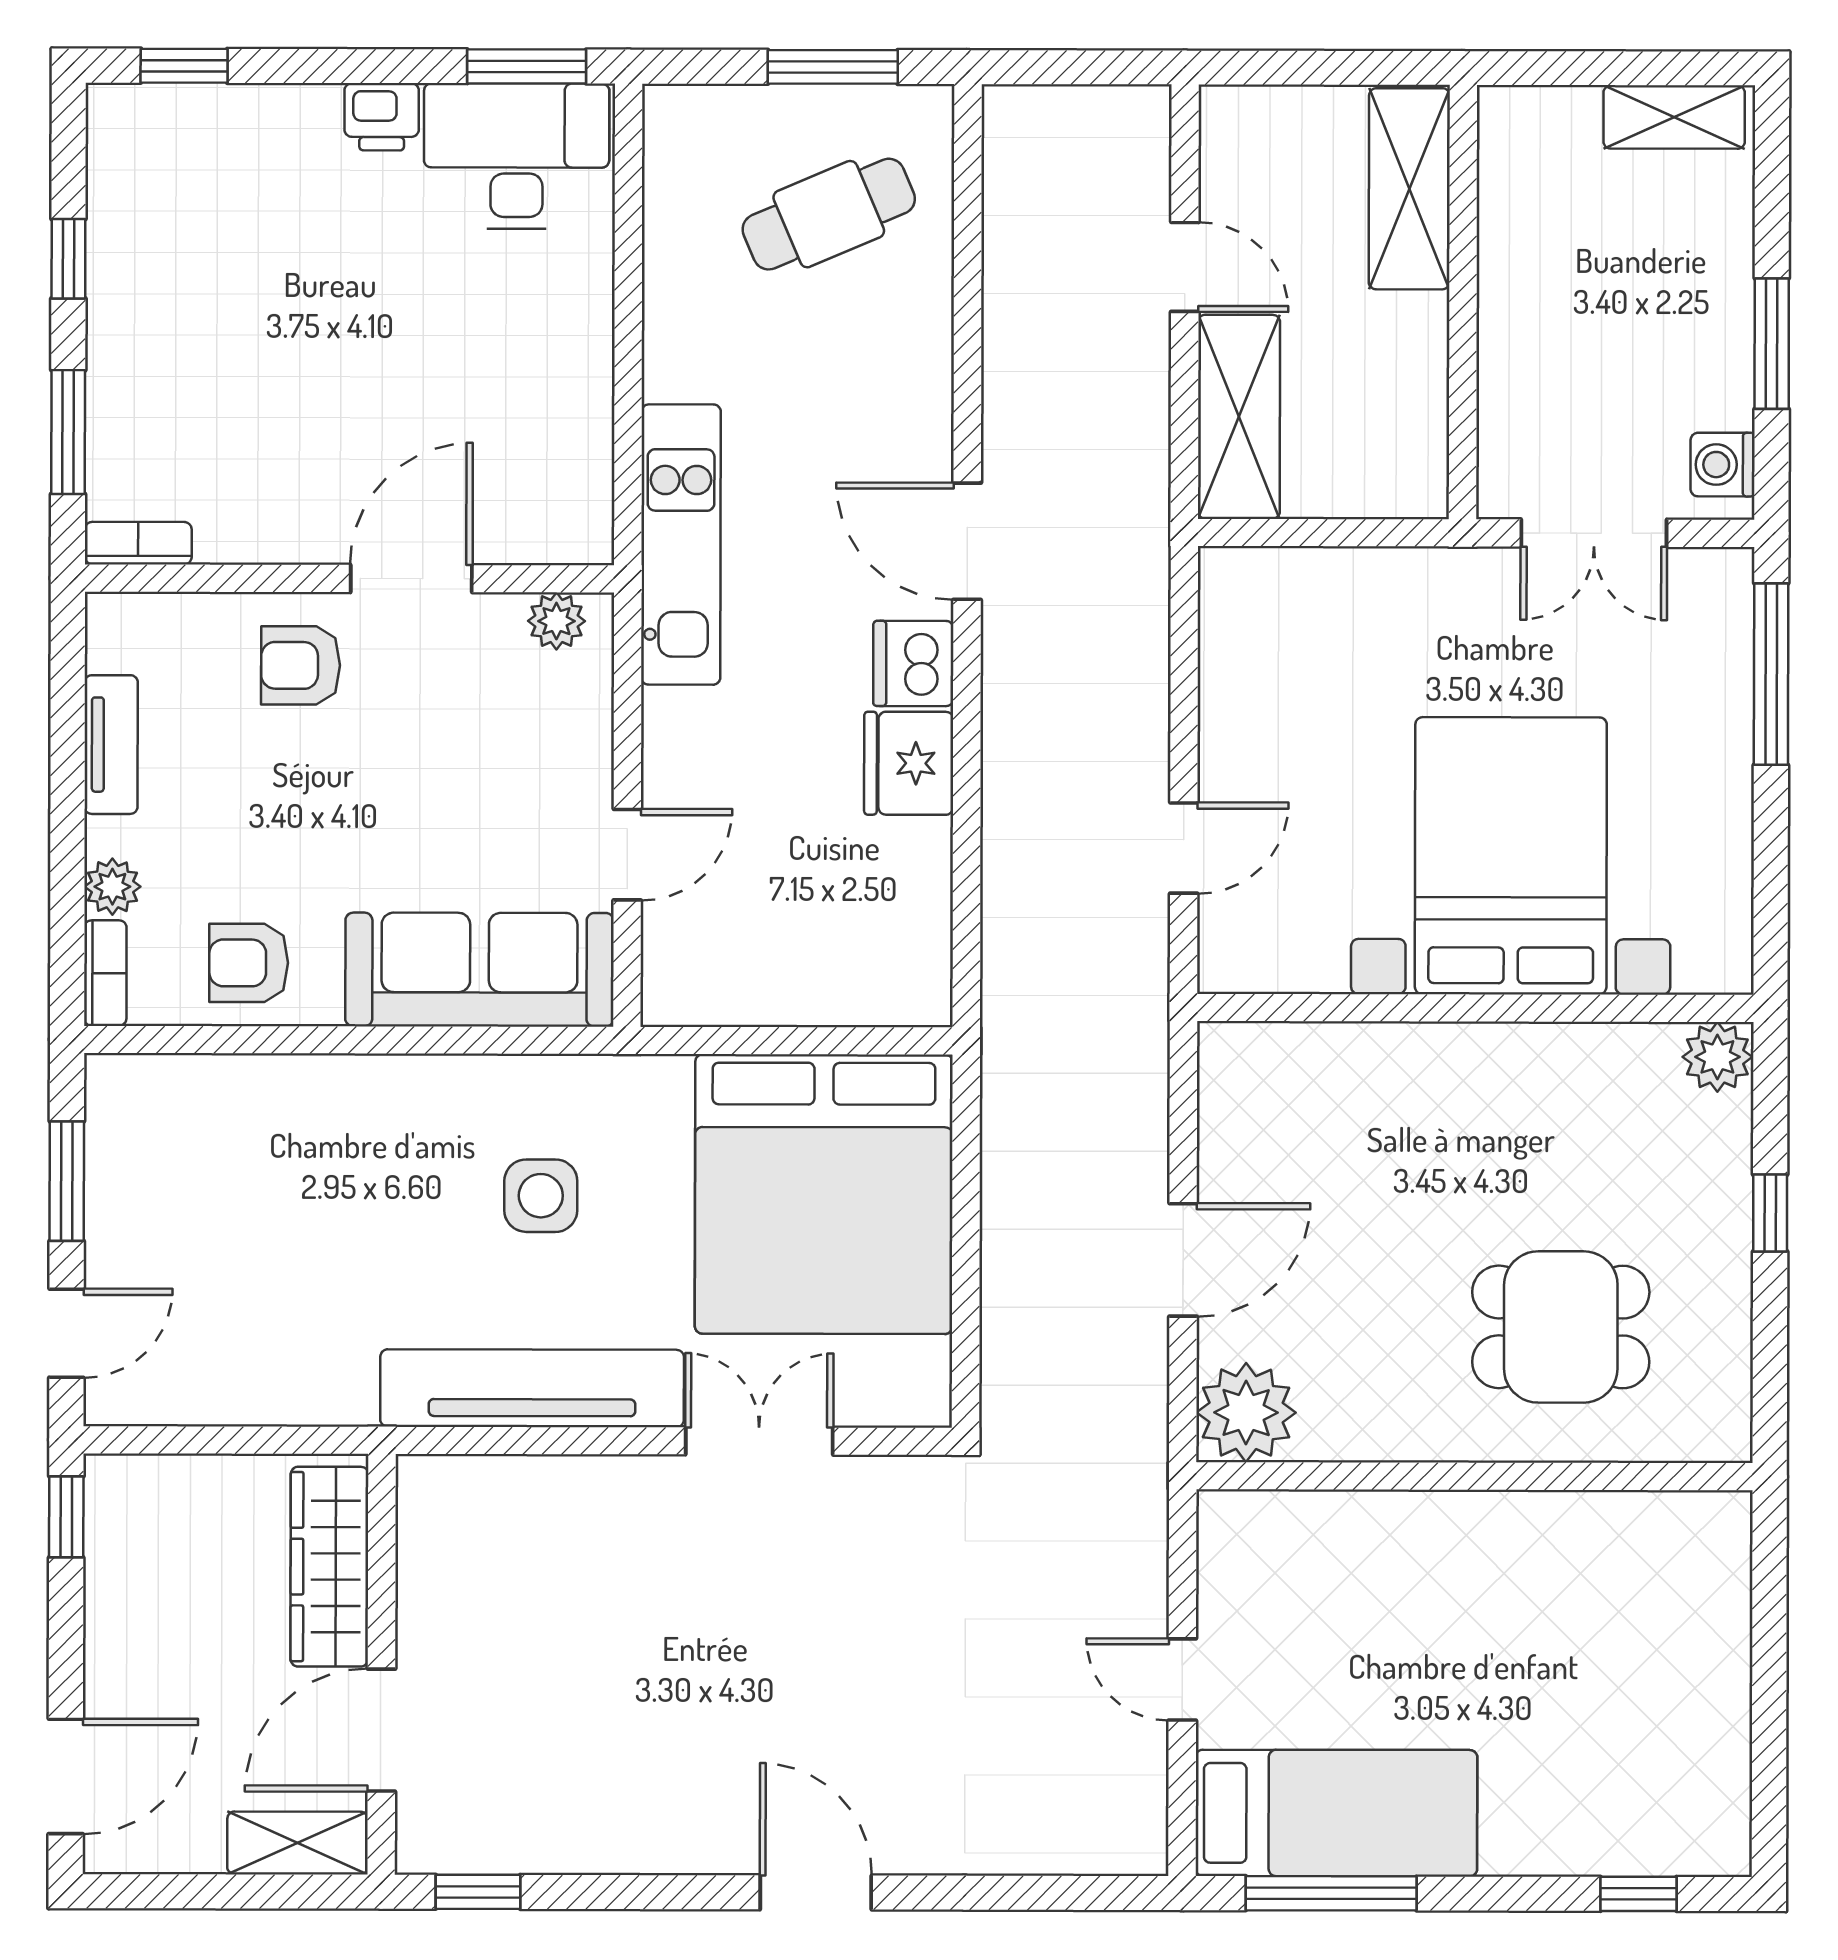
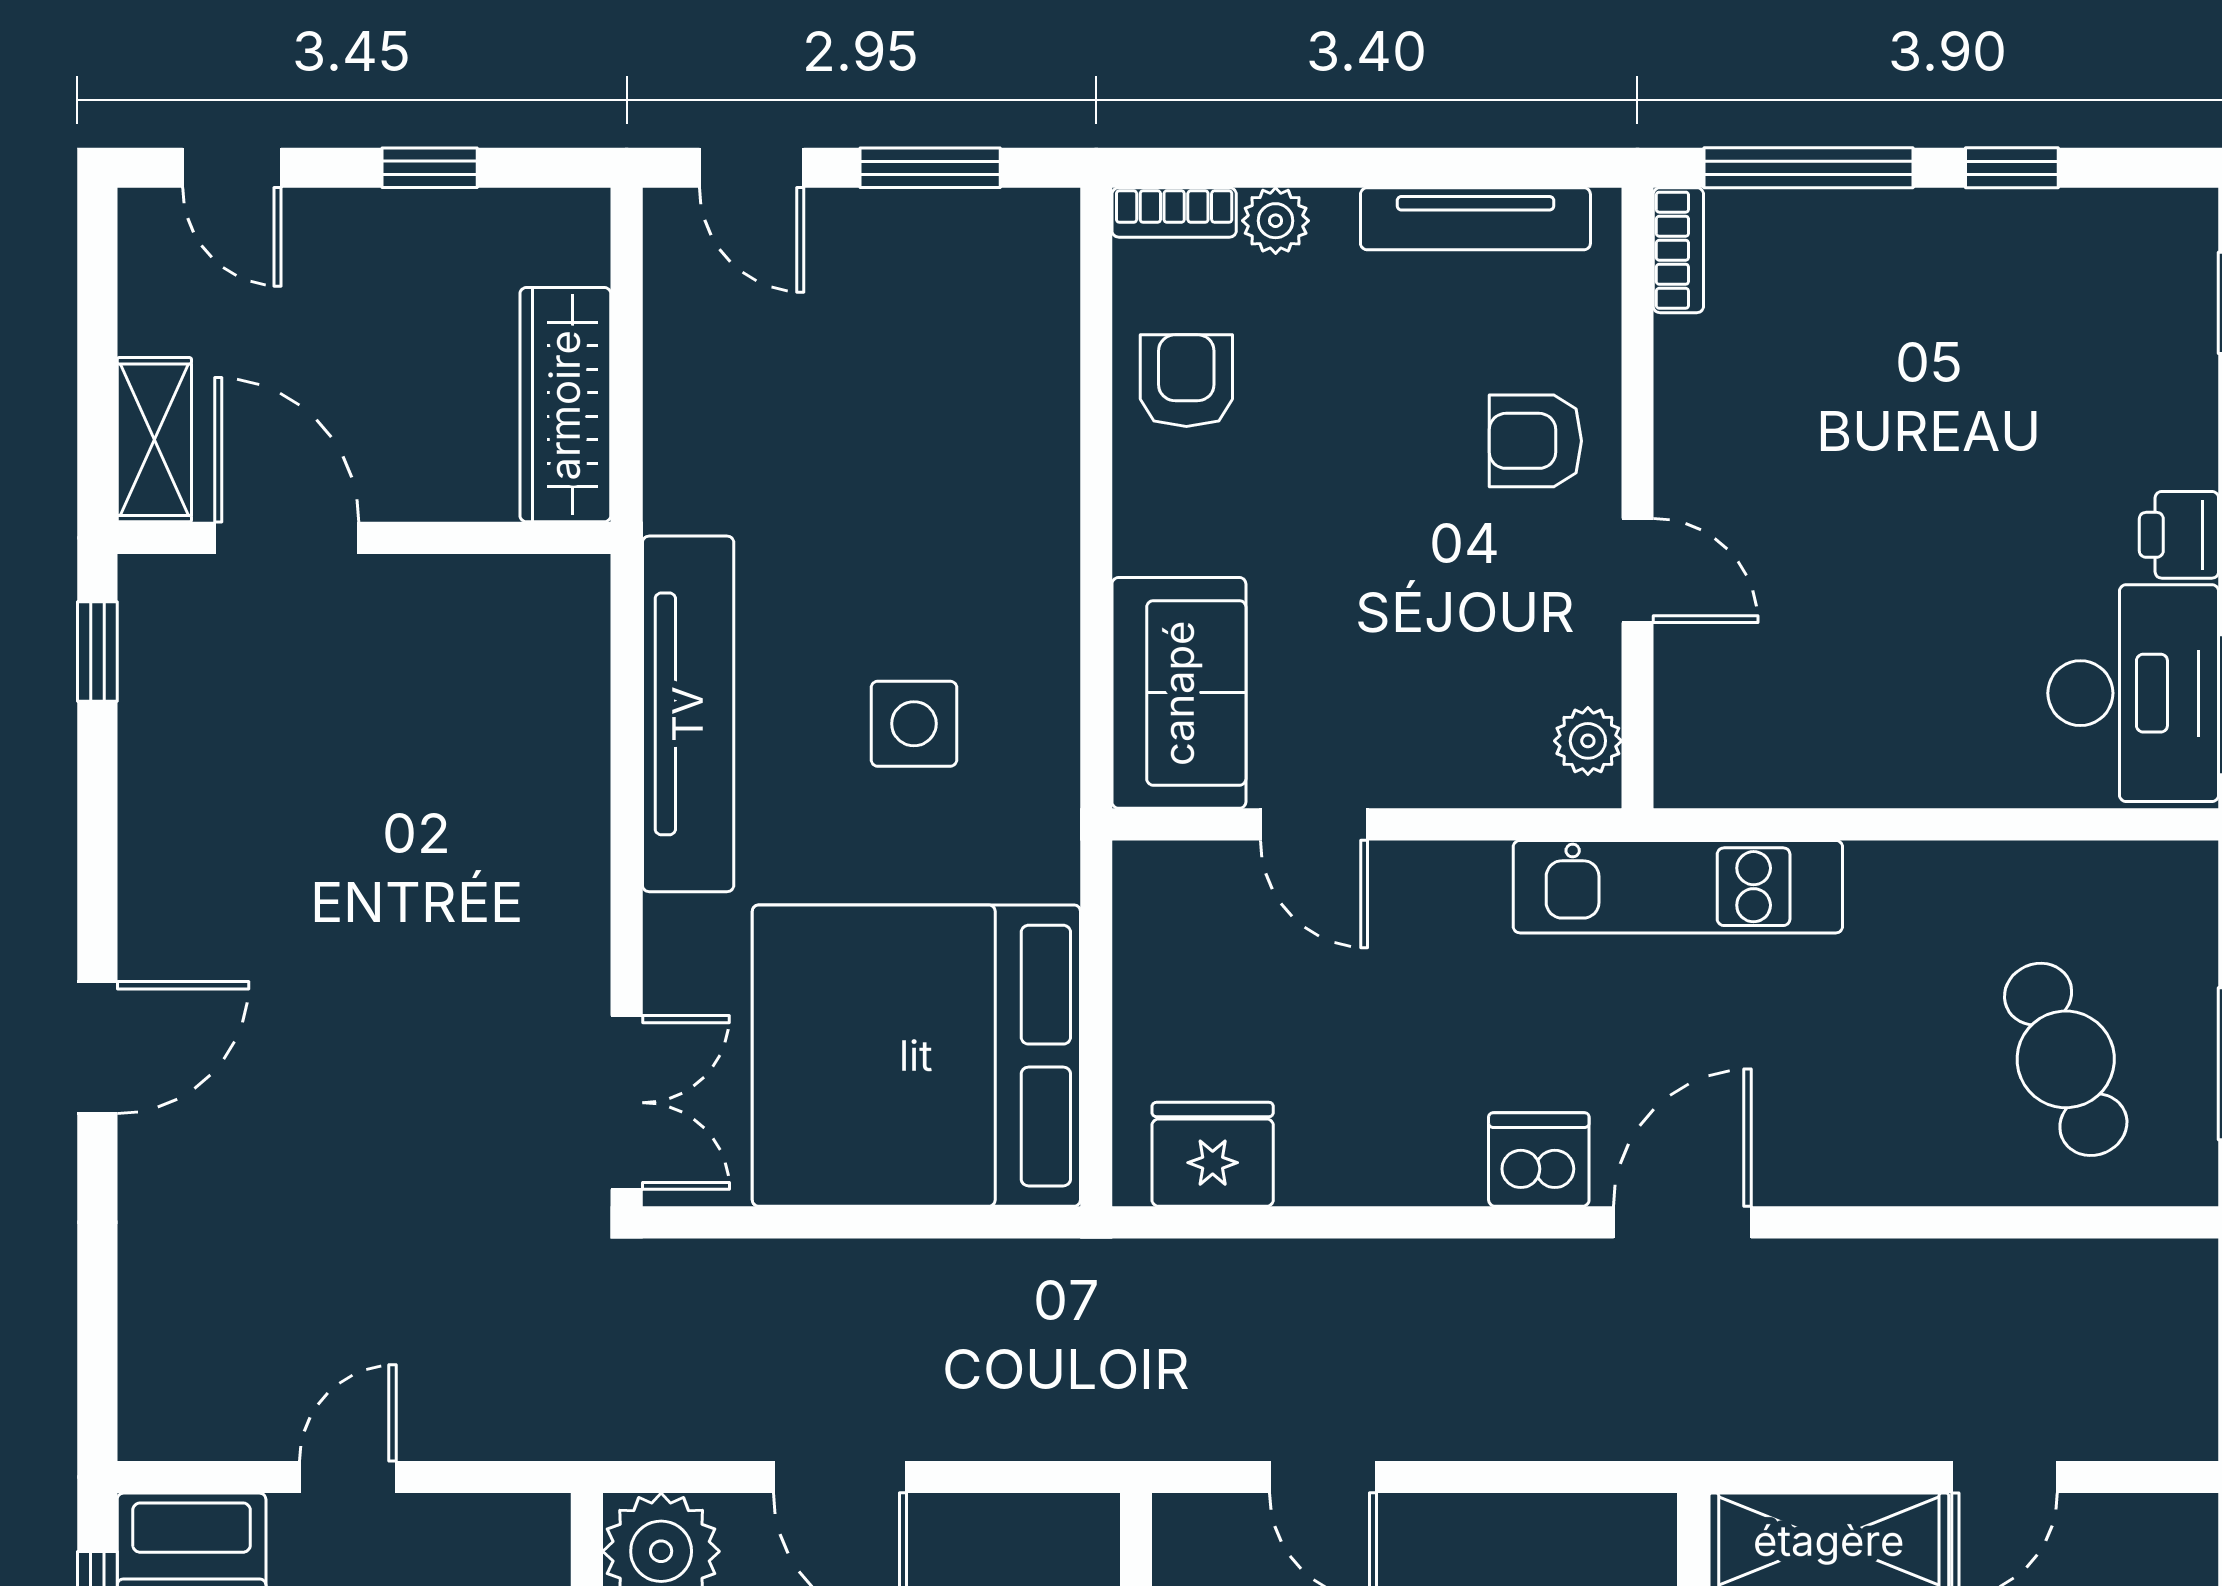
window: (68, 432) -> (1809, 168), width x1.44
door: (411, 579) -> (1637, 571), width x0.73
armchair: (301, 665) -> (1535, 441), turned -90
tv unit: (111, 745) -> (1475, 219), width x1.41
fridge: (909, 763) -> (1213, 1154), moved
sofa: (479, 970) -> (1179, 693), width x0.73
double door: (759, 1441) -> (627, 1103), moved
window: (66, 1517) -> (430, 168), moved
wardrobe: (329, 1567) -> (565, 405), moved, turned -90
door: (66, 1776) -> (232, 168), width x0.73

